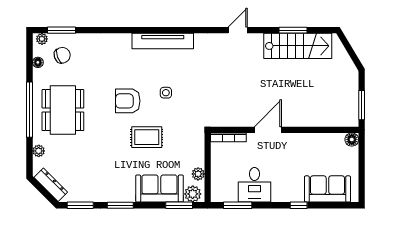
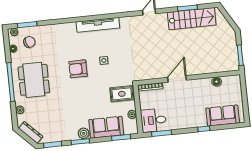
rug: (147, 137) -> (122, 94), moved
floor lamp: (352, 140) -> (216, 82), moved
desk: (254, 185) -> (154, 120), moved, turned 90
plant: (193, 194) -> (84, 133), moved

